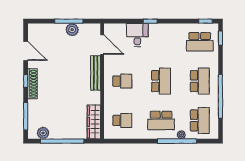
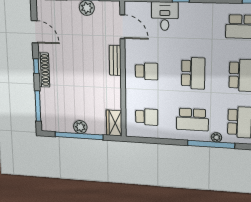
bench: (96, 73) -> (115, 60), width x0.73
wardrobe: (94, 122) -> (114, 123), width x0.67
plant: (43, 133) -> (80, 127), moved

